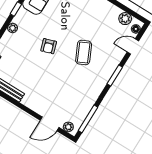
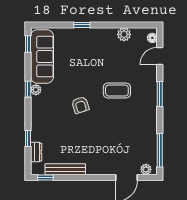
plant: (125, 19) -> (124, 34), moved
plant: (13, 28) -> (36, 90), moved
coffee table: (84, 52) -> (117, 91), turned -65

